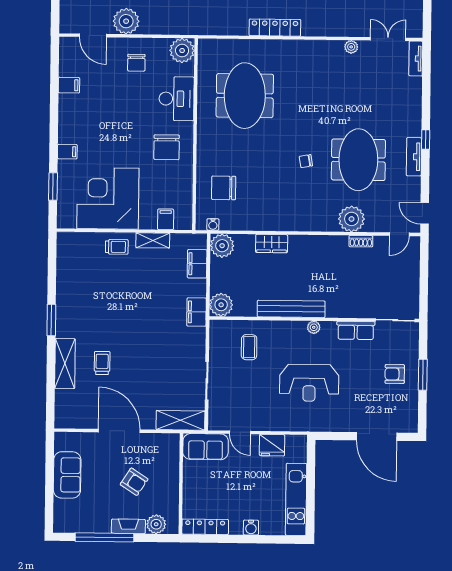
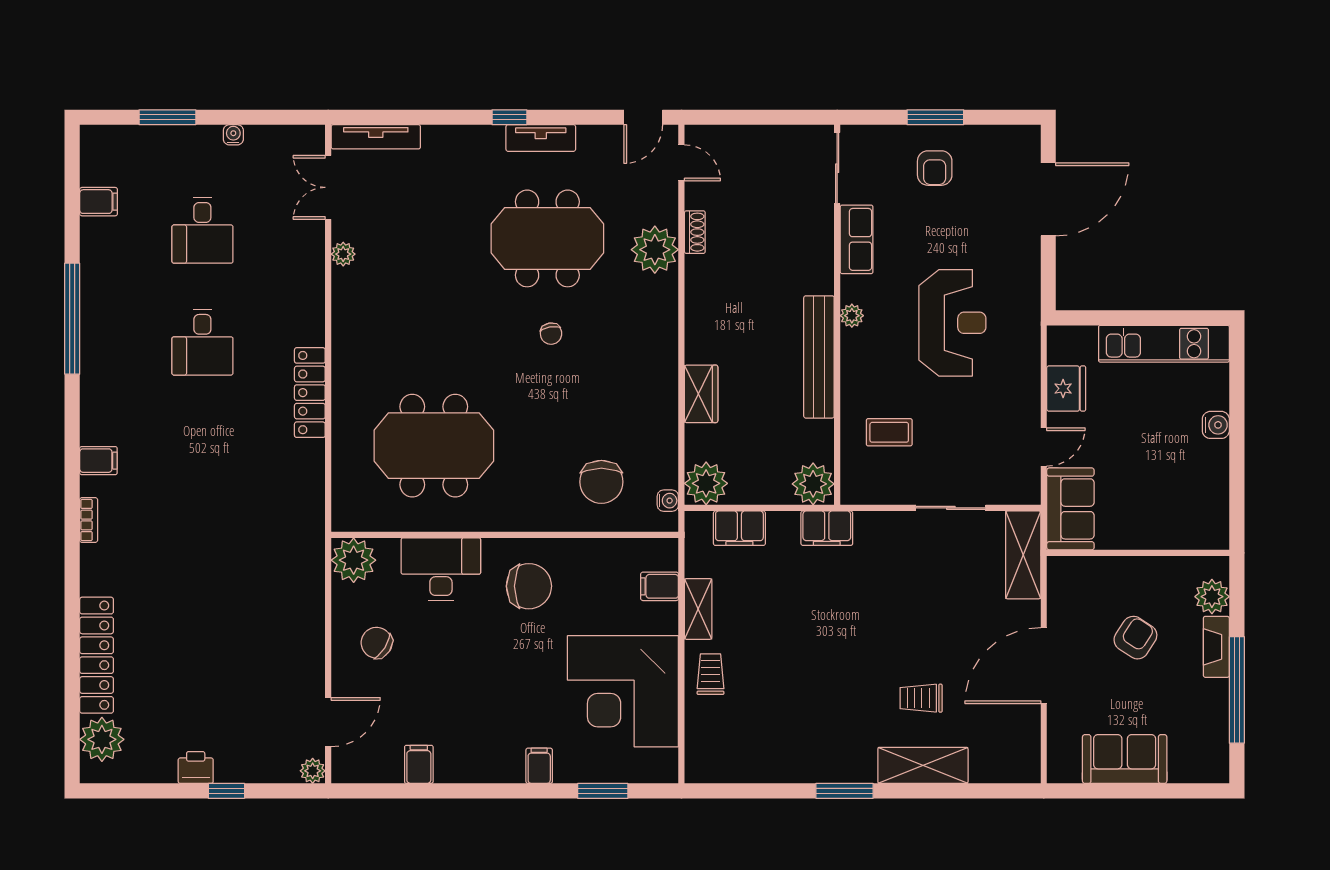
plant: (126, 21) -> (313, 771), moved, width x0.53, depth x0.53
tv unit: (416, 59) -> (376, 137), width x1.41
chair: (136, 63) -> (377, 643), turned -148
locker: (205, 527) -> (1215, 508), removed

